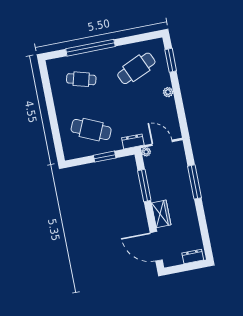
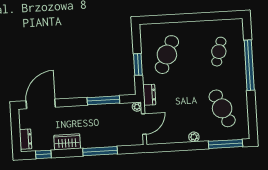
window: (171, 60) -> (225, 144), width x1.44
wardrobe: (161, 214) -> (67, 142), moved, turned 180
window: (205, 237) -> (43, 154), added

